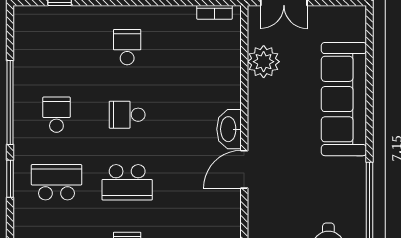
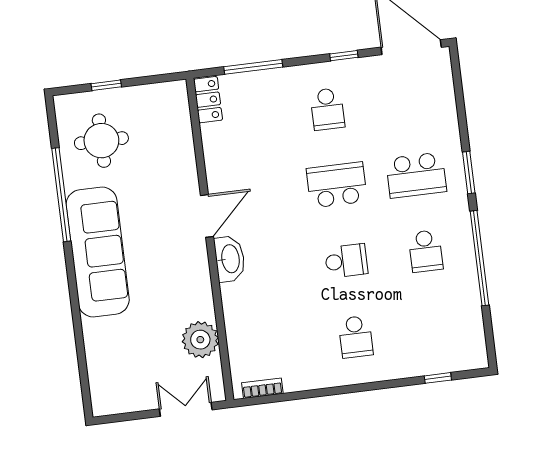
sofa: (344, 99) -> (98, 252), moved

